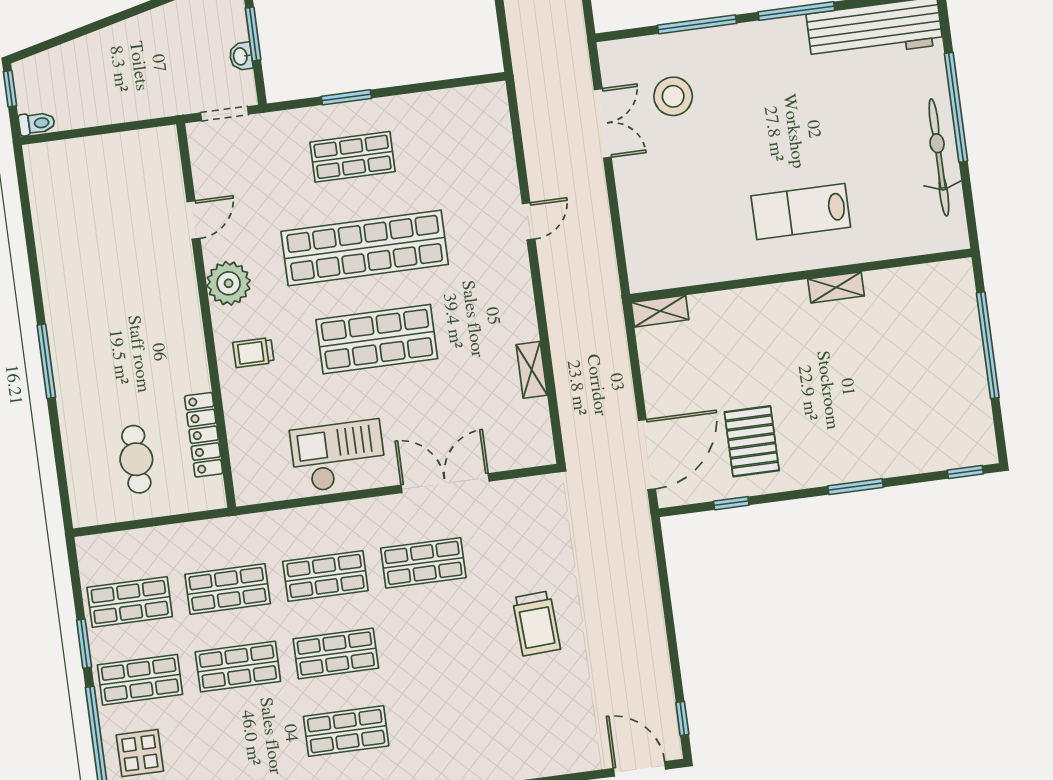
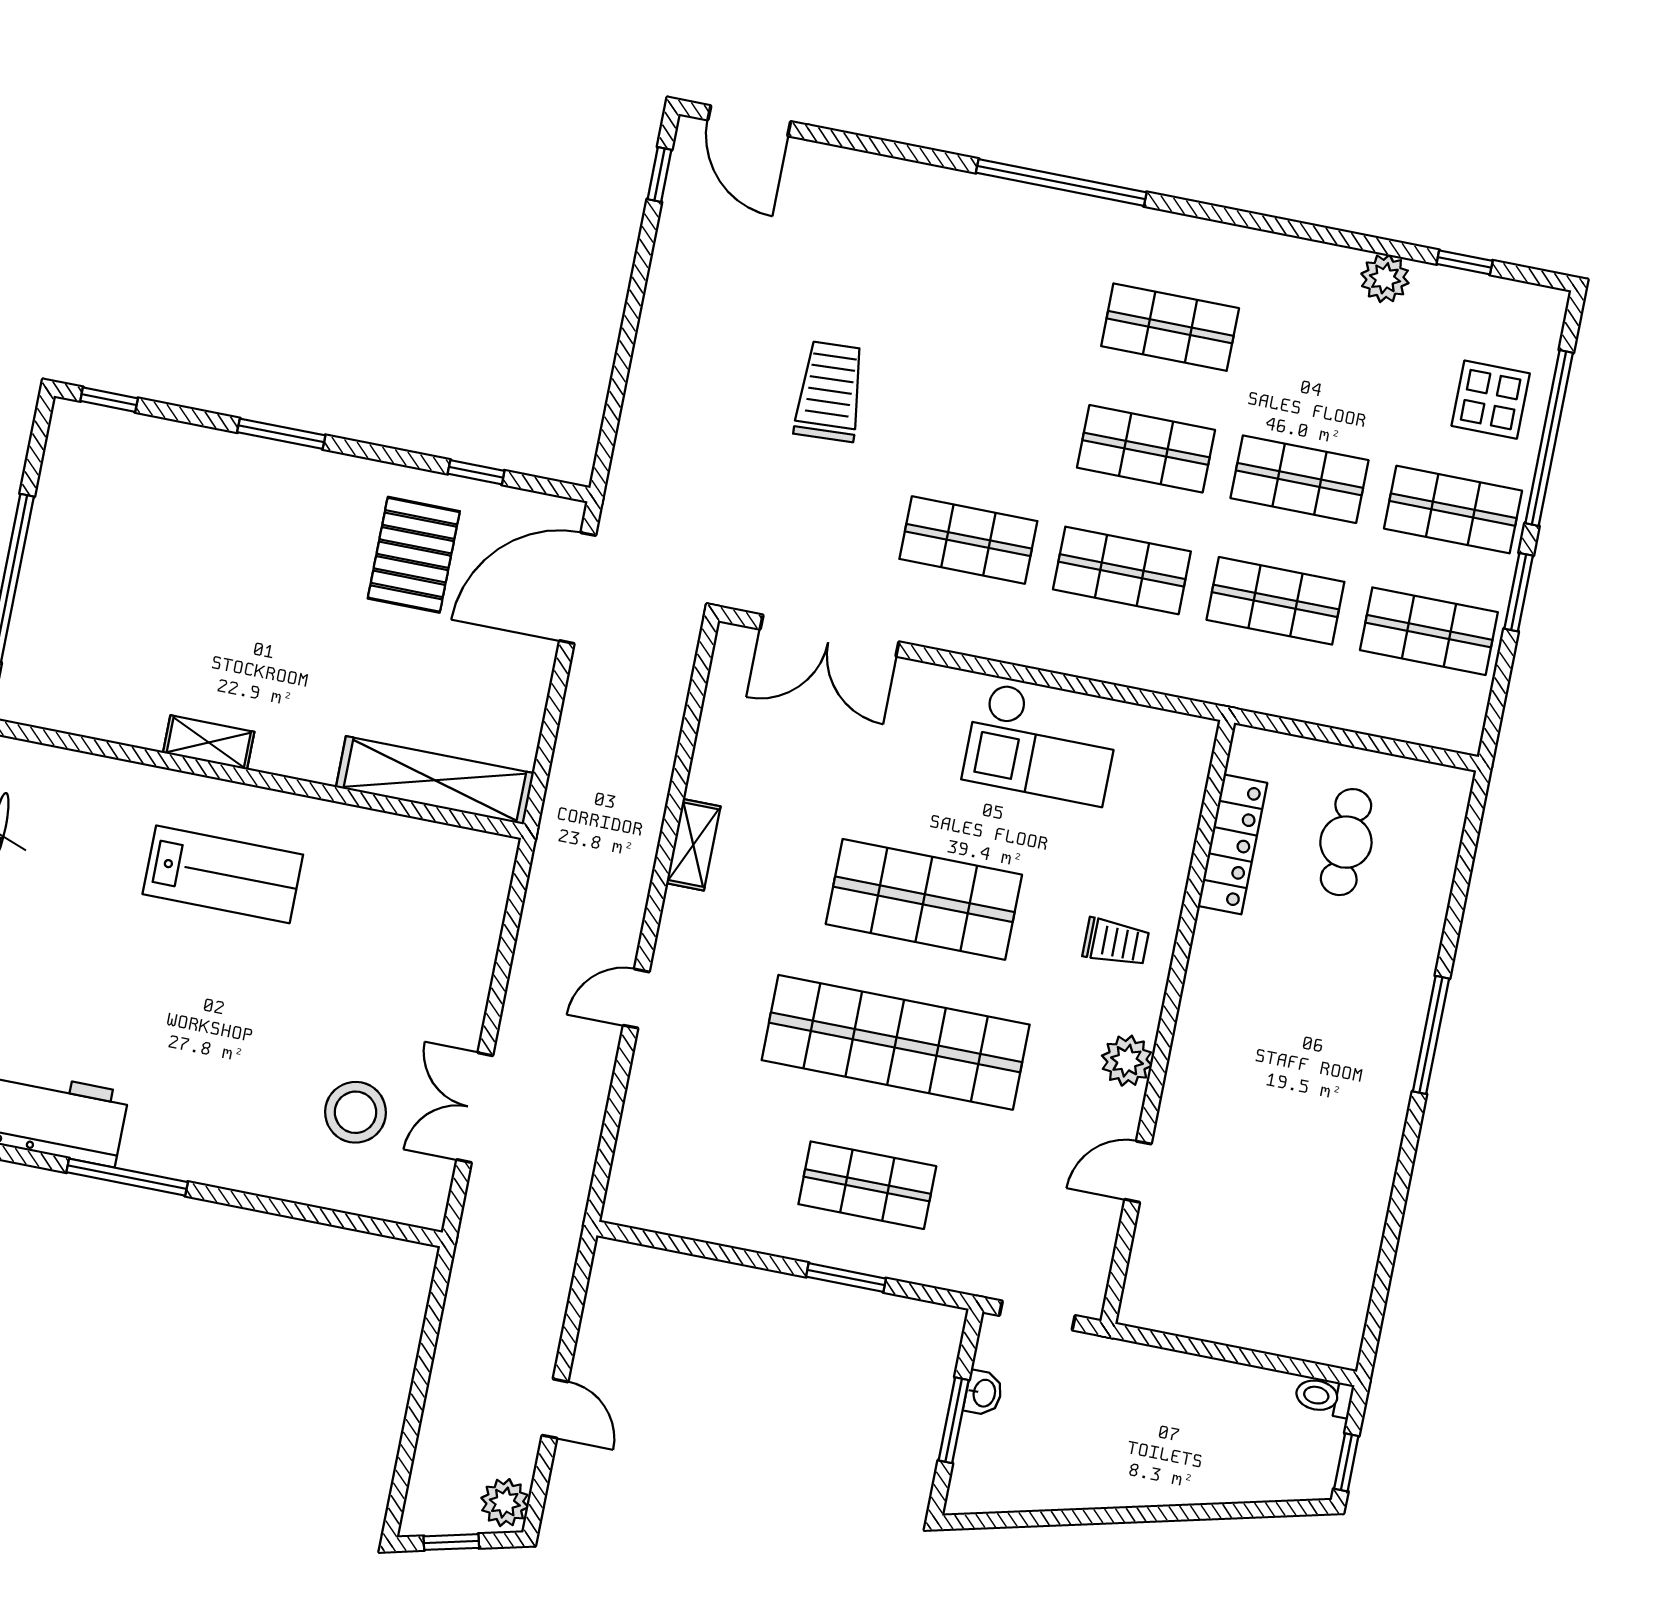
window: (697, 24) -> (283, 1208), removed
plant: (229, 283) -> (1127, 1061), width x0.73, depth x0.73
shelving: (660, 311) -> (435, 780), width x2.20, depth x1.33
shelving: (532, 370) -> (693, 845), moved
double door: (445, 483) -> (829, 636), moved

